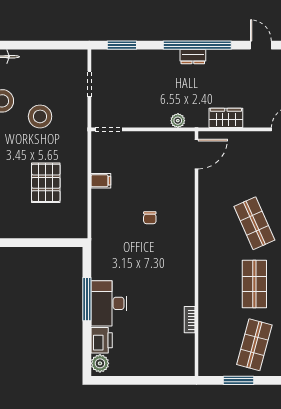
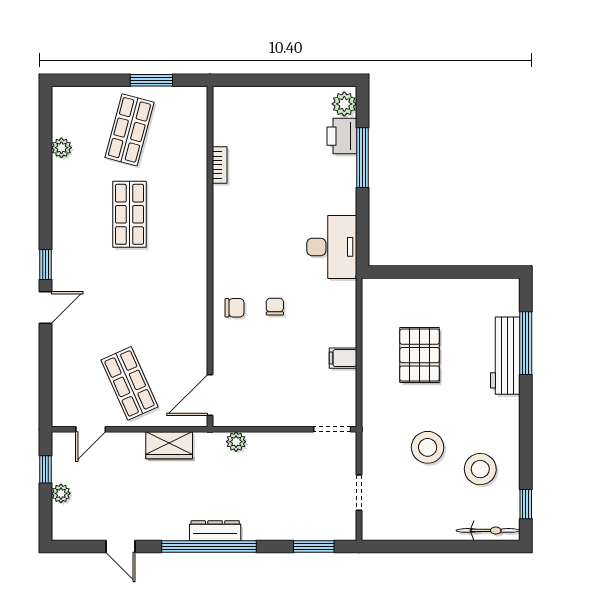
dresser: (193, 57) -> (215, 531), width x1.44
chair: (179, 217) -> (235, 308), added
shop shelf: (254, 223) -> (129, 383), moved
window: (87, 299) -> (363, 158), moved
desk: (109, 303) -> (332, 247), moved

